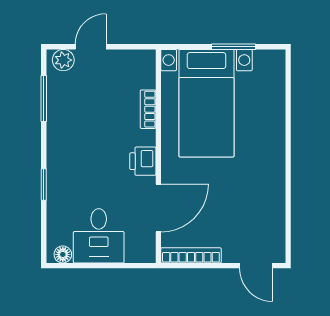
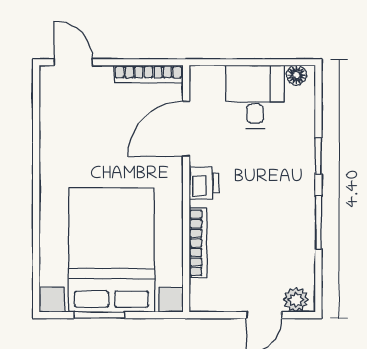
window: (44, 98) -> (318, 222), moved
bed with nightstands: (206, 103) -> (112, 250), width x1.36
bookcase: (148, 109) -> (198, 243), width x1.56

